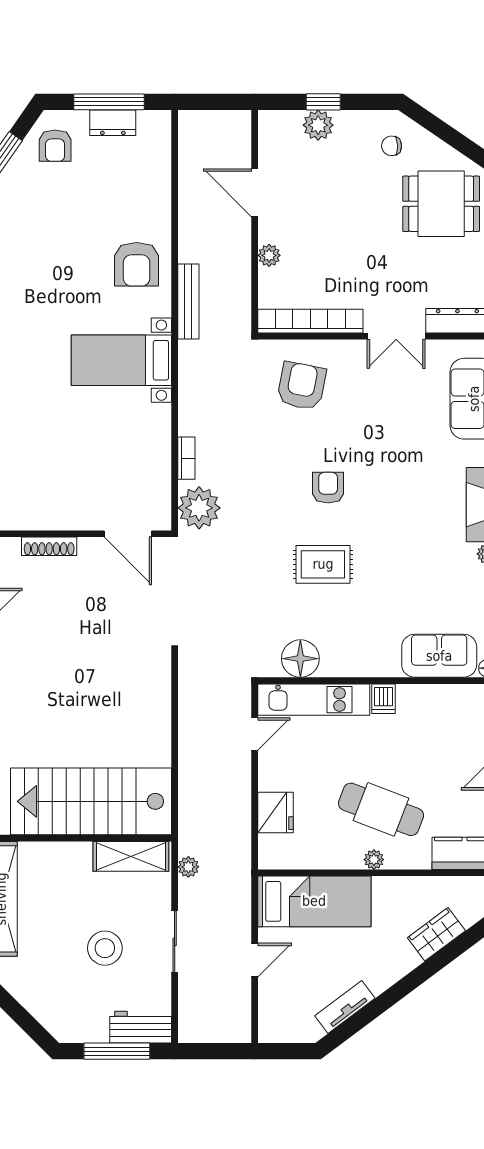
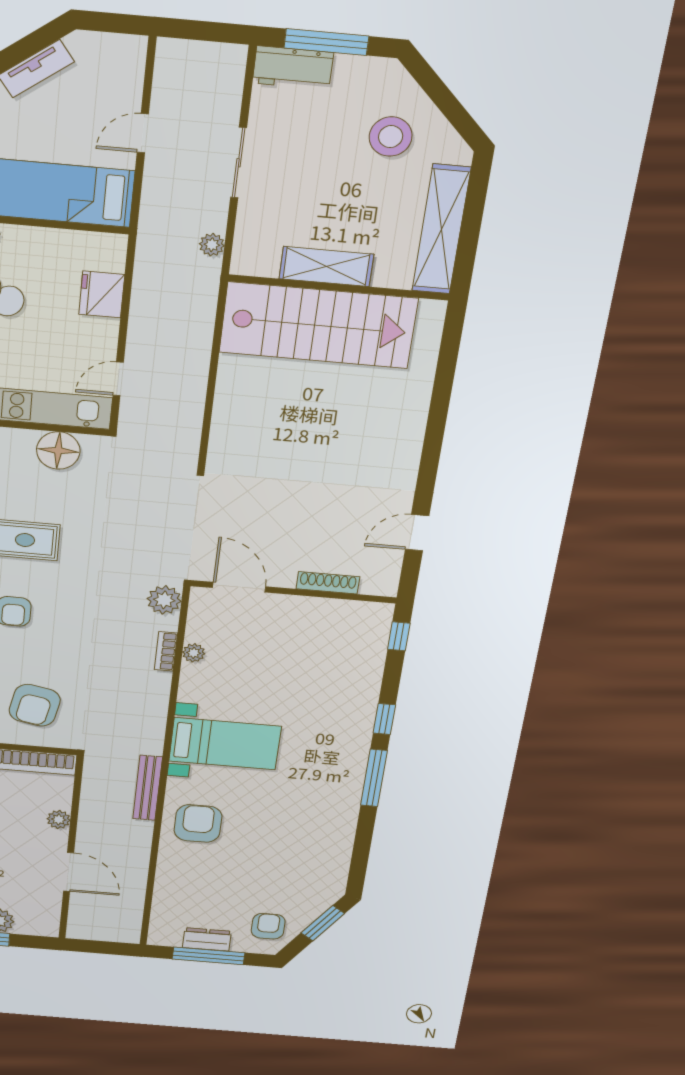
plant: (161, 459) -> (194, 653), added
plant: (199, 508) -> (164, 600), width x0.73, depth x0.73
shelving: (131, 856) -> (326, 266), moved
stool: (105, 948) -> (391, 137), moved

